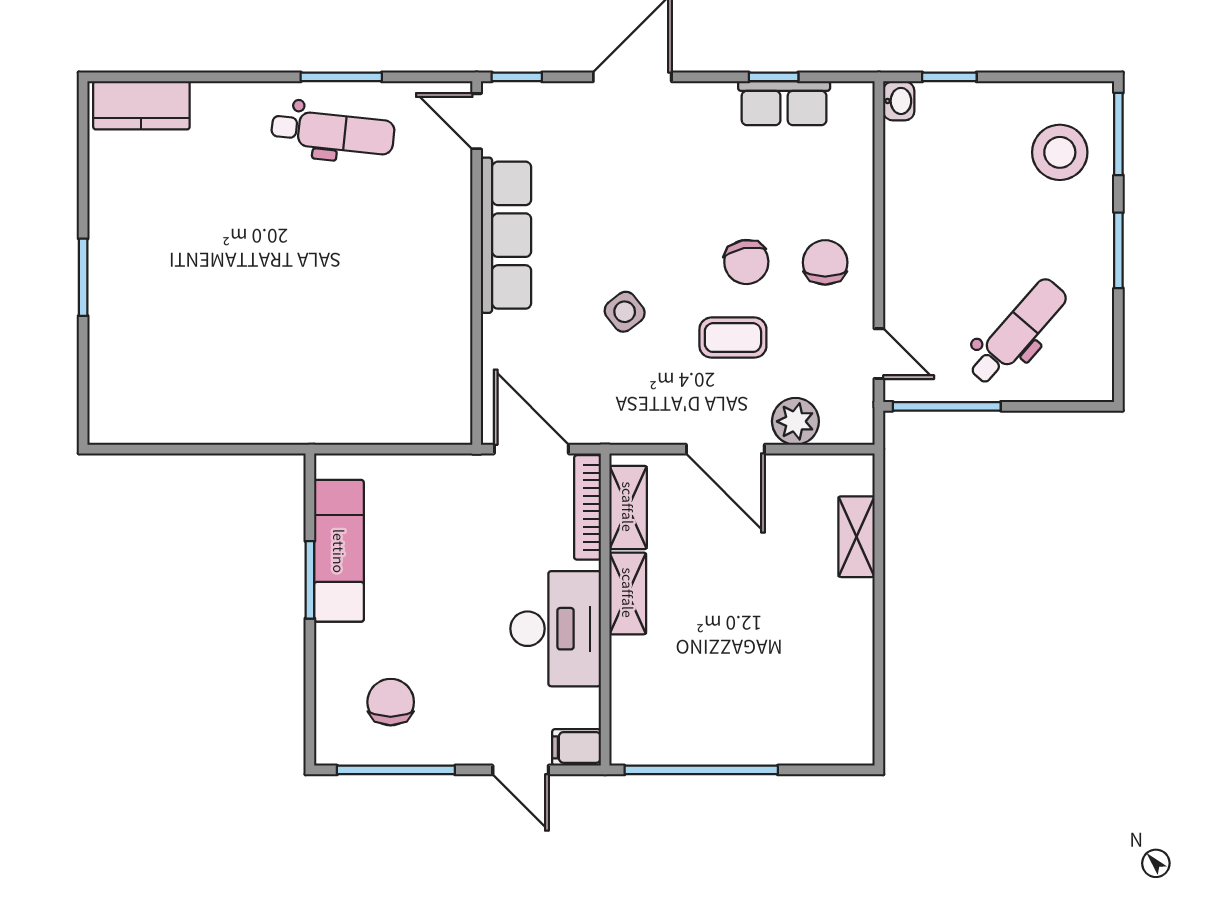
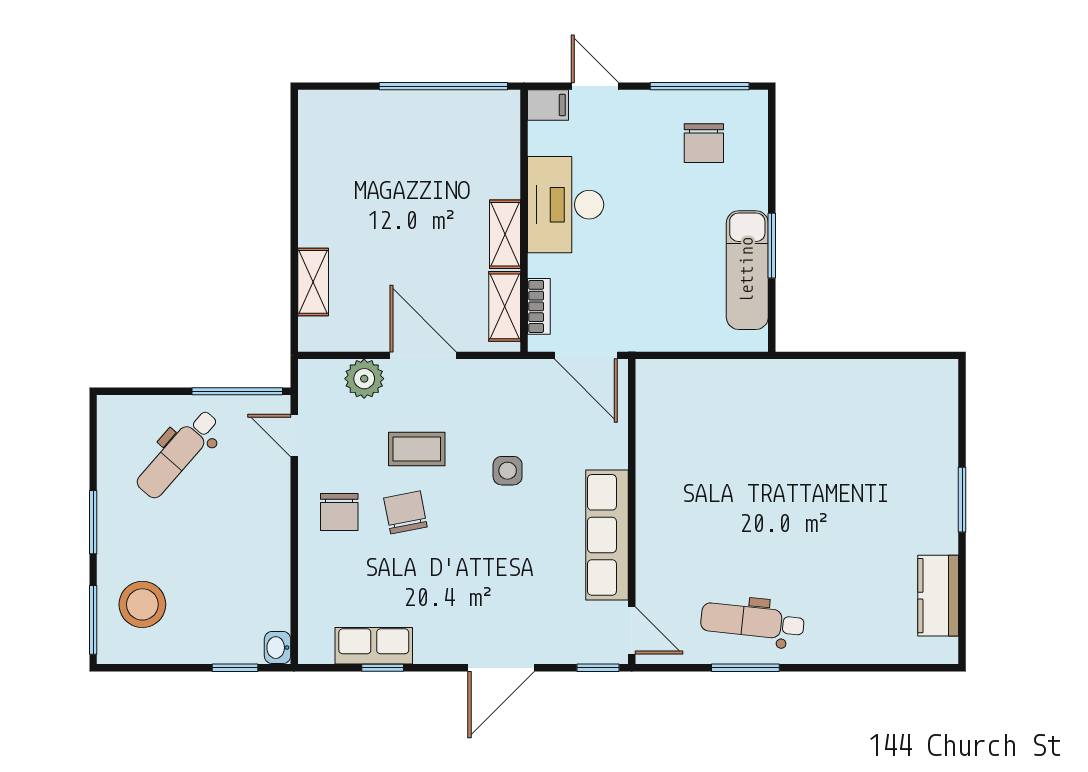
kitchen counter: (141, 105) -> (938, 596), moved, turned -90
side table: (625, 312) -> (508, 471), turned 38
bookcase: (587, 507) -> (539, 306), width x0.64

